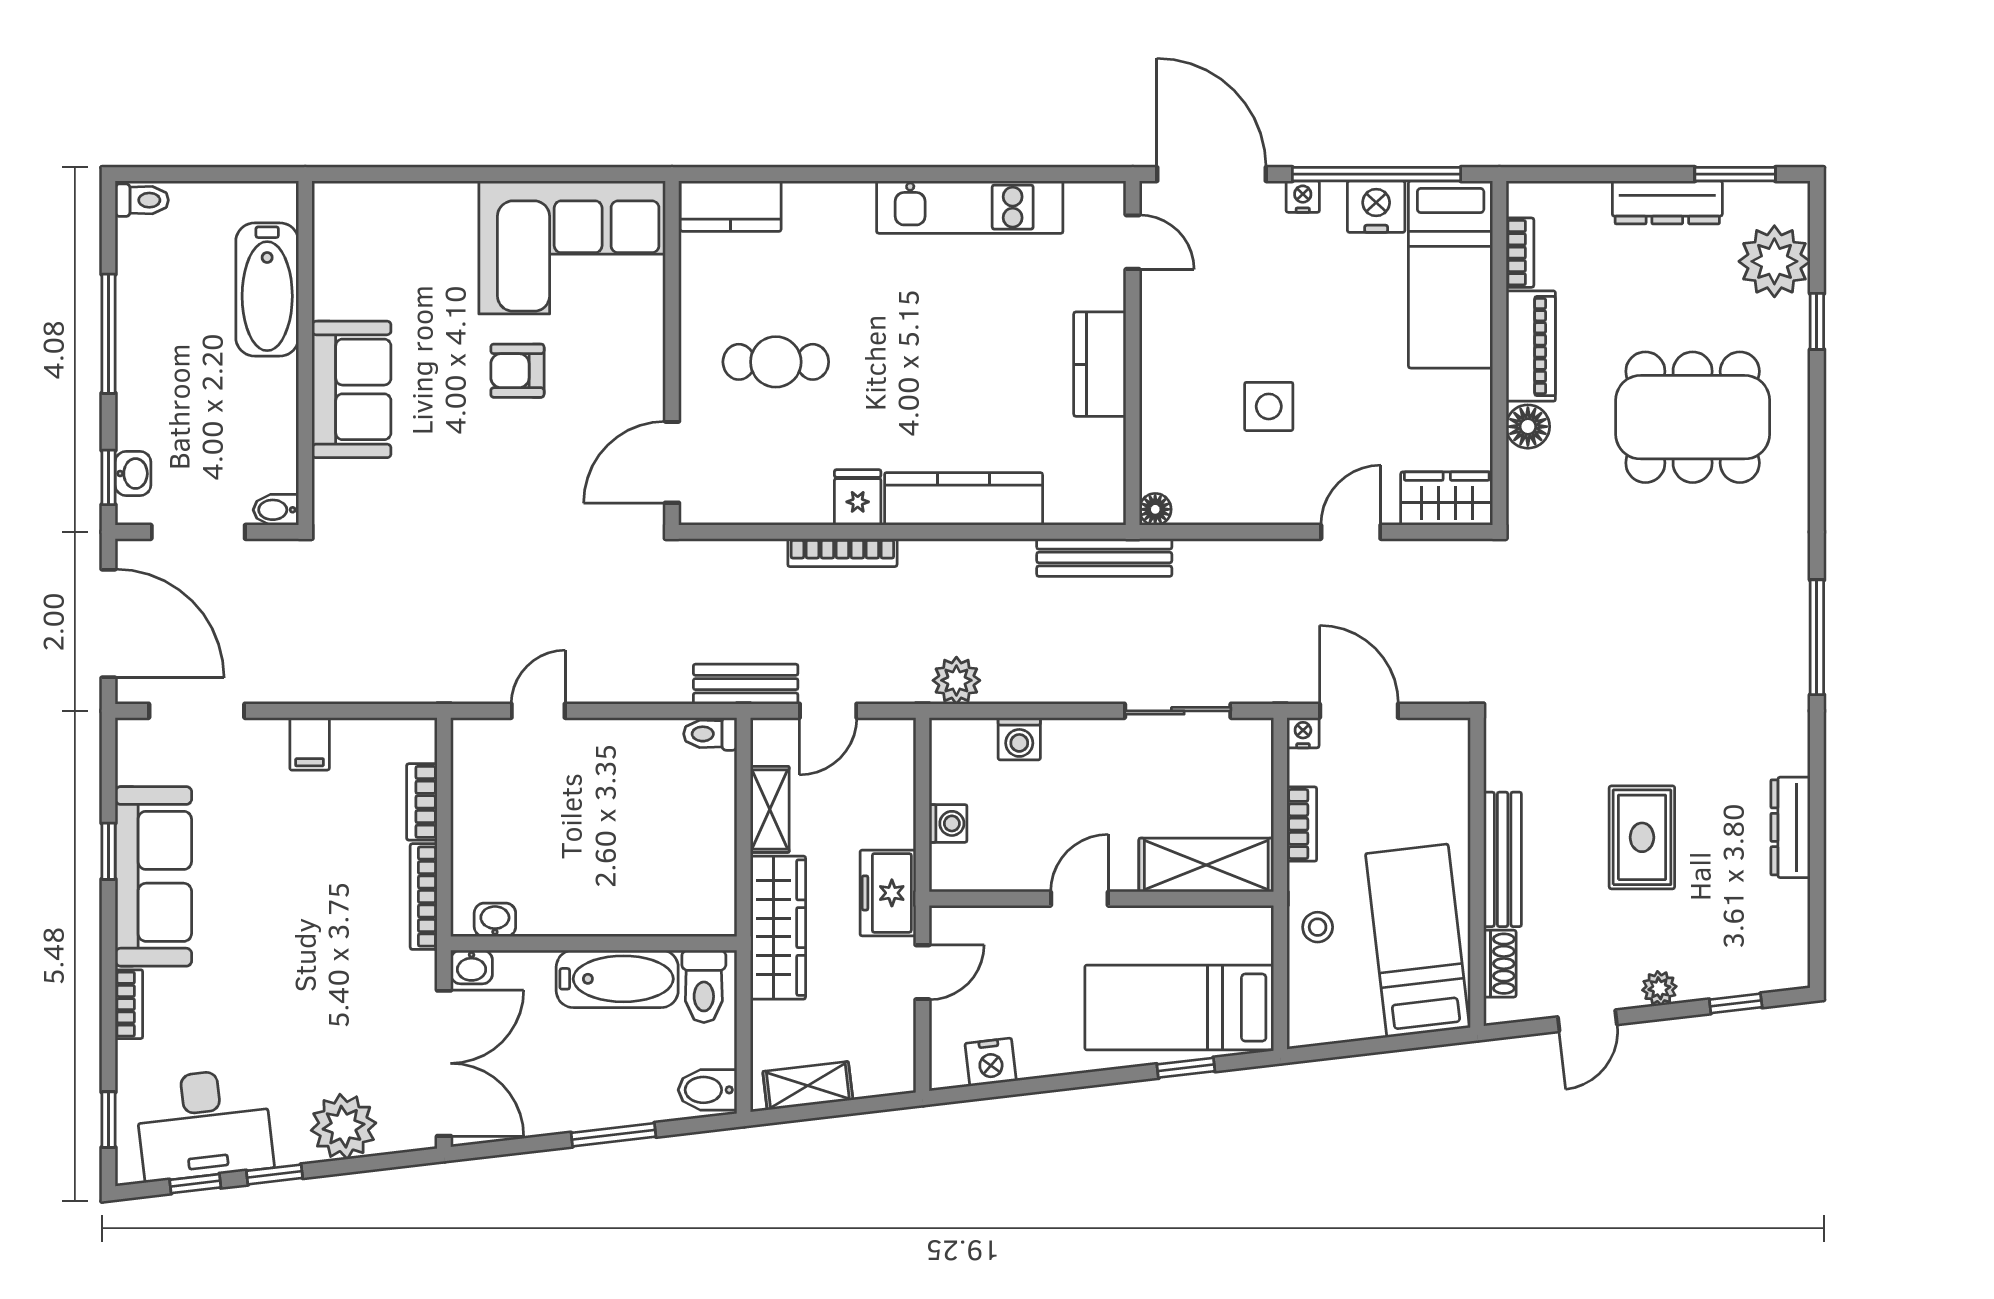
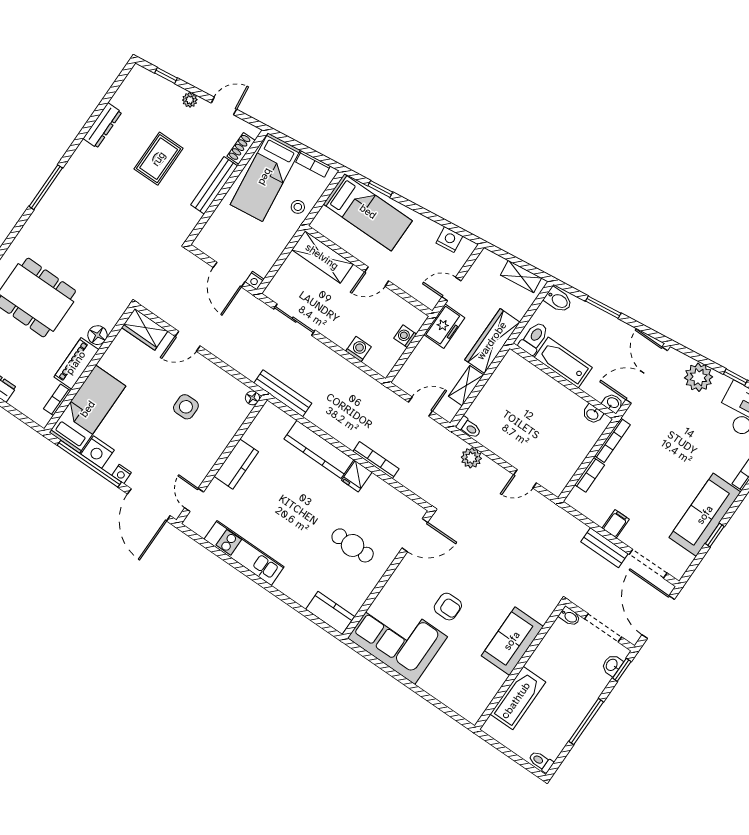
plant: (956, 680) -> (471, 458), moved
bench: (746, 684) -> (604, 548), moved
bookcase: (1302, 824) -> (313, 164), moved, turned -97

